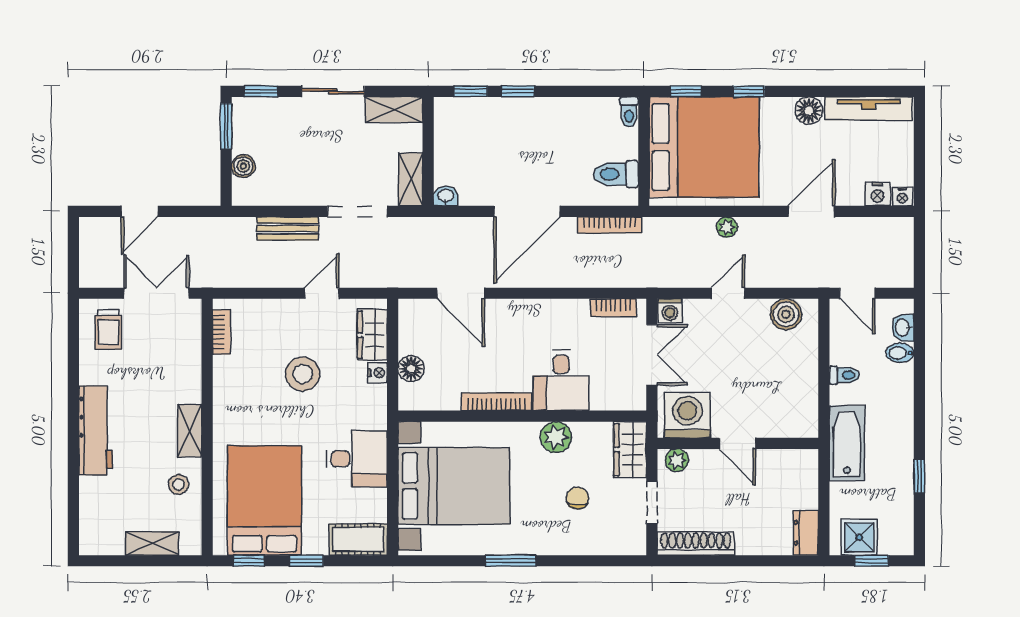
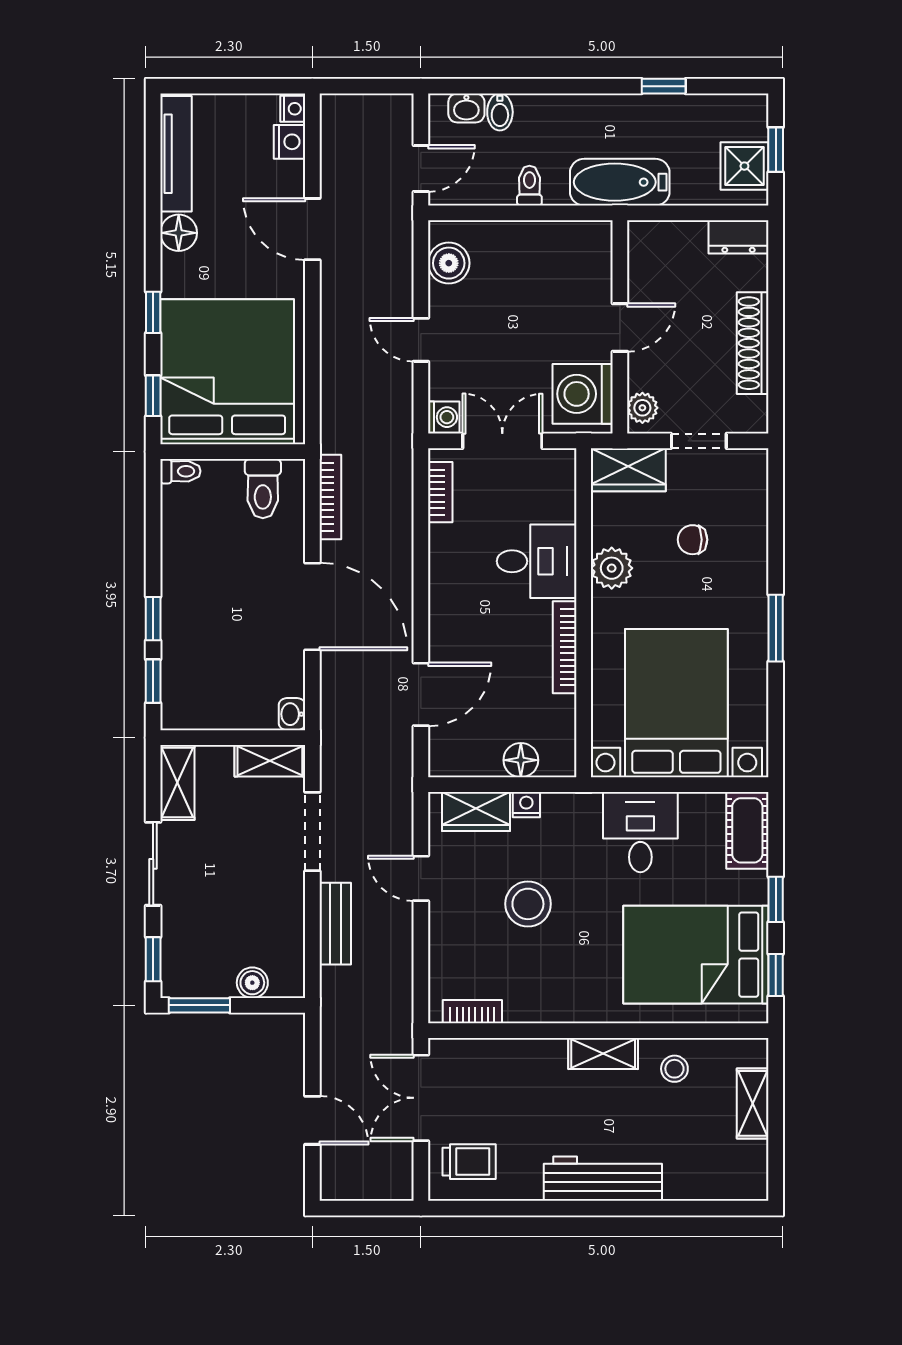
plant: (727, 227) -> (333, 342), removed
shoe rack: (696, 543) -> (753, 343), moved

